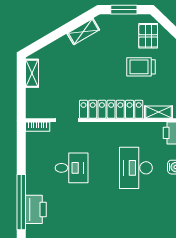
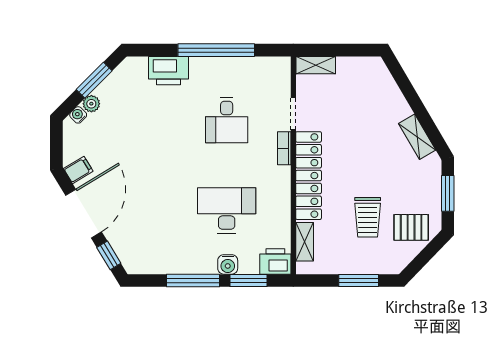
trolley: (141, 67) -> (368, 217), turned 180
shelving: (32, 73) -> (316, 65), moved
bookcase: (38, 127) -> (284, 148), moved
window: (21, 202) -> (216, 50), moved

